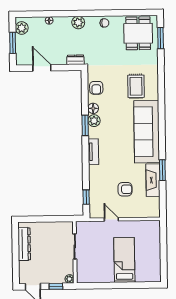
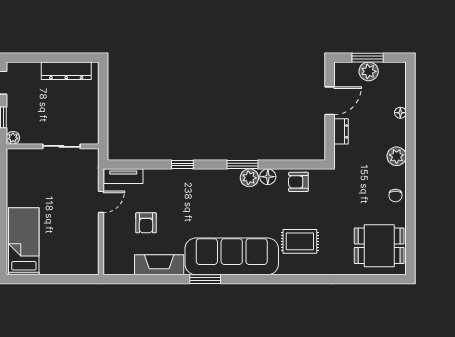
plant: (22, 28) -> (369, 71), moved
window: (161, 38) -> (371, 279), removed
dresser: (75, 60) -> (341, 131), moved
tv unit: (93, 152) -> (123, 176), moved
window: (162, 170) -> (205, 279), moved
window: (86, 197) -> (182, 164), moved
bed: (124, 260) -> (24, 241), moved, turned -90

